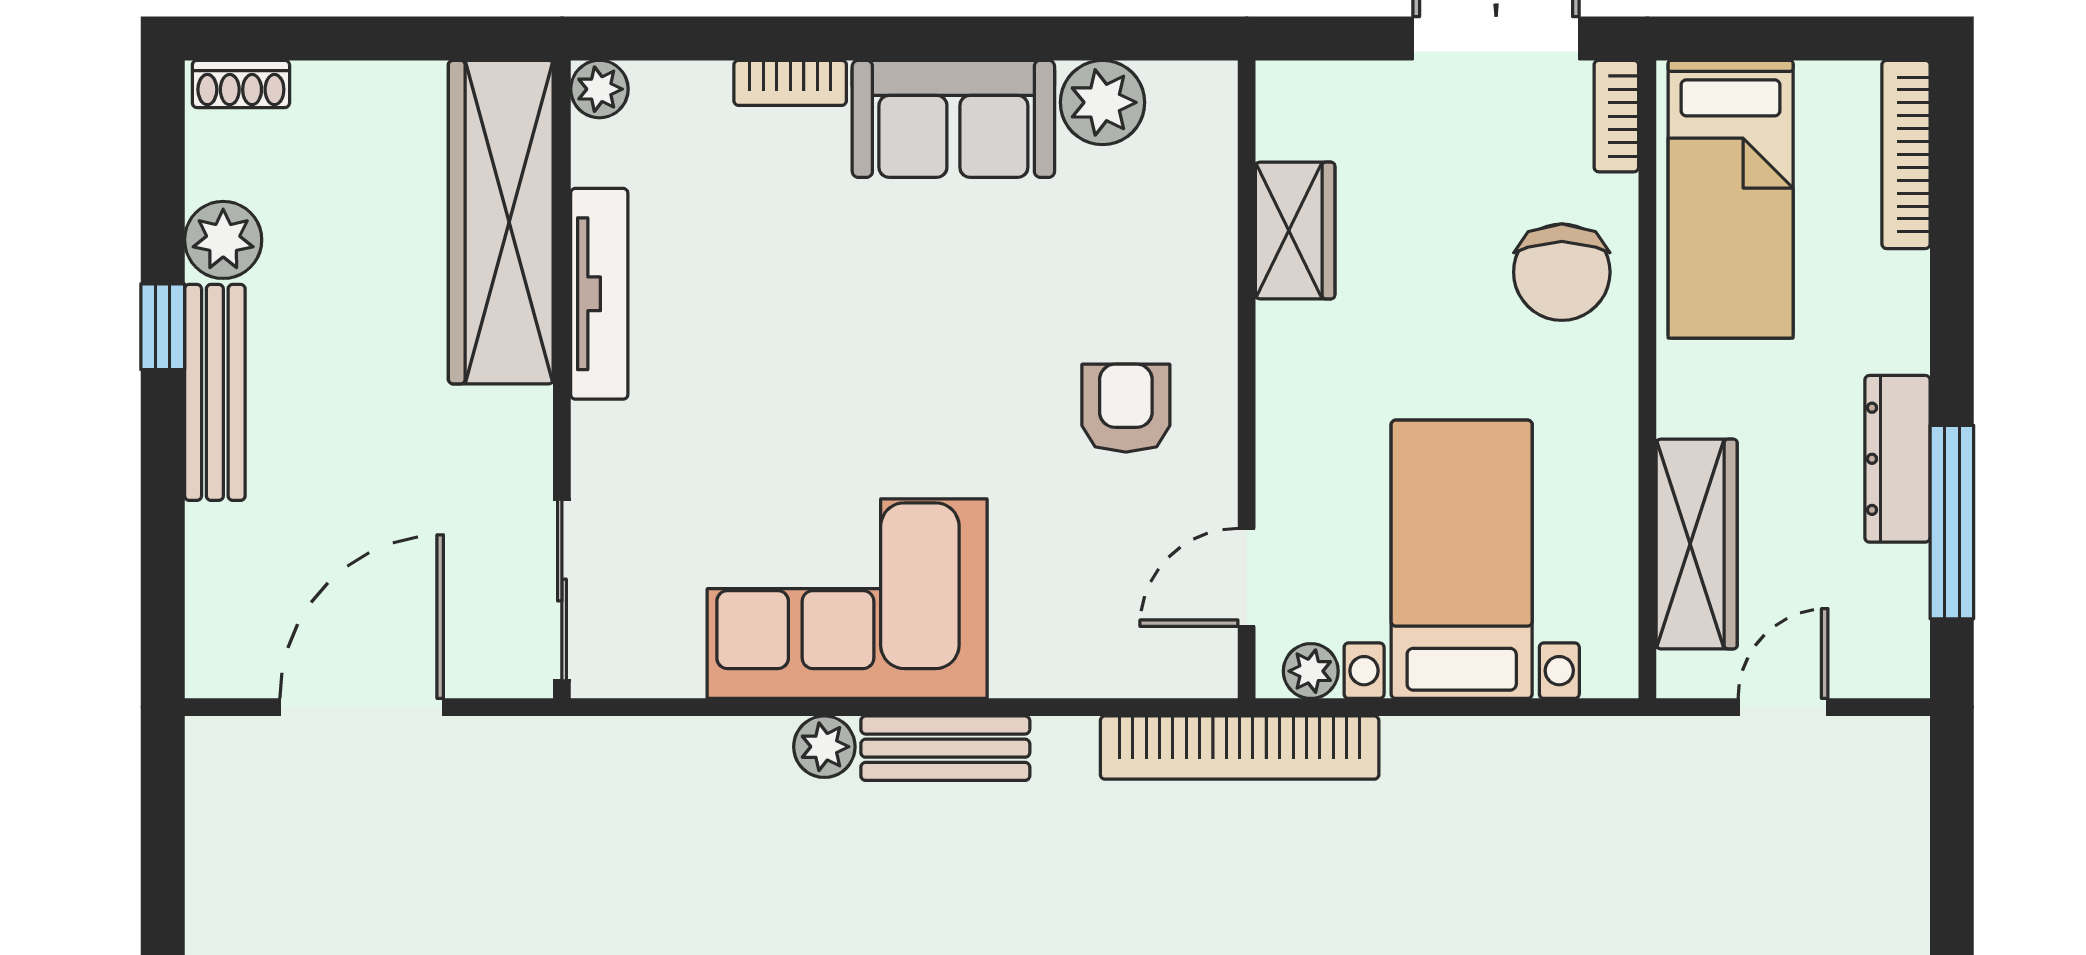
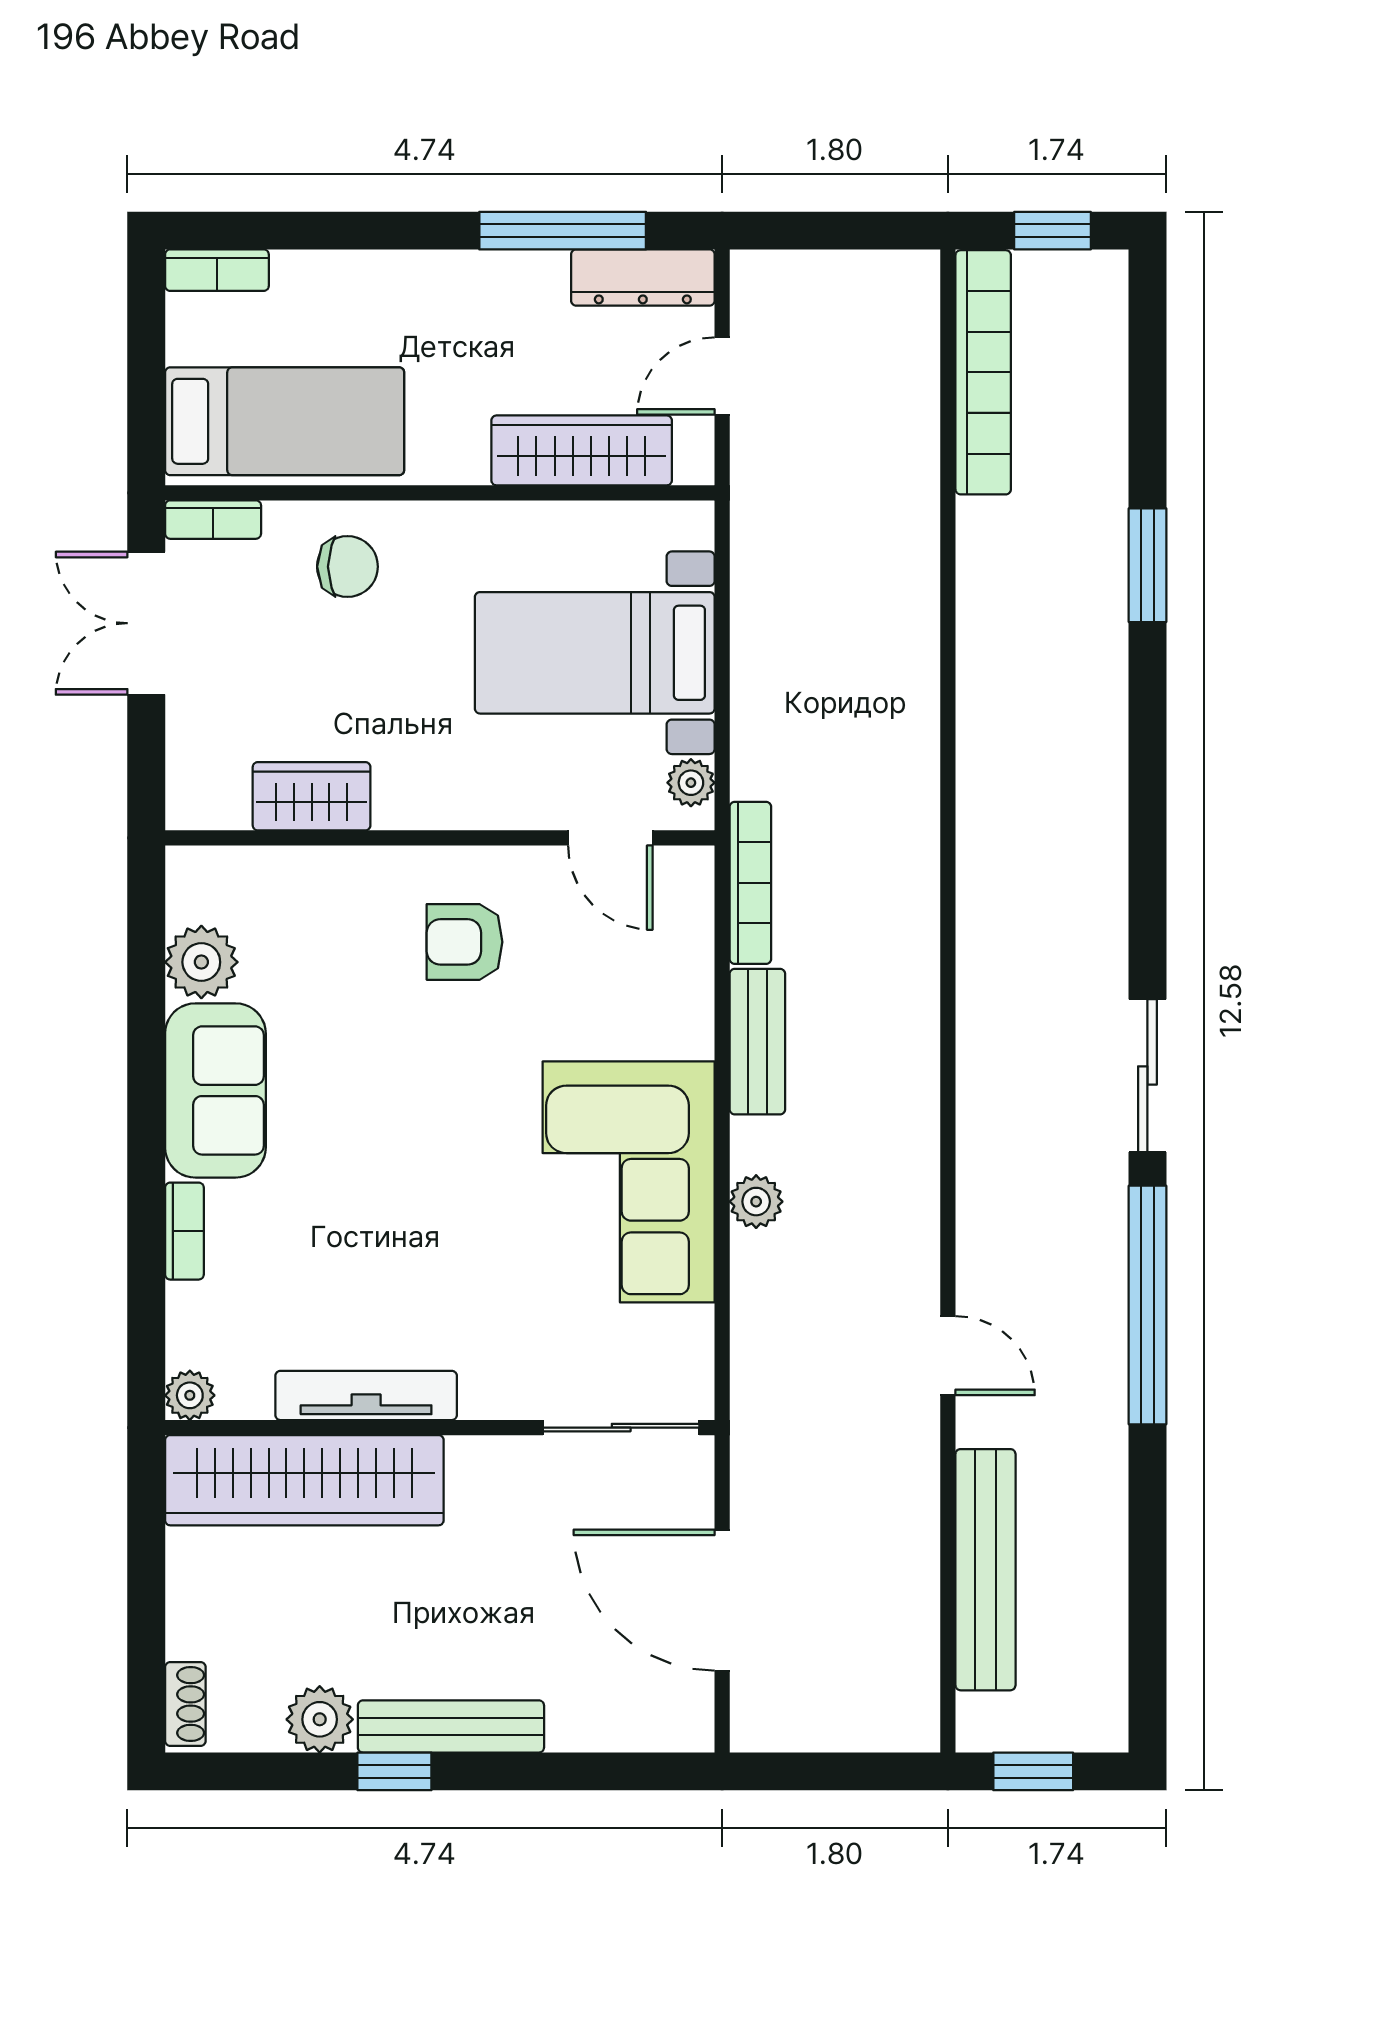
bookcase: (1906, 154) -> (217, 270), width x0.64
chair: (1562, 272) -> (347, 567), width x0.73, depth x0.73
dresser: (1897, 459) -> (643, 278), moved
door: (1783, 707) -> (722, 376), hinge flipped
bench: (945, 748) -> (757, 1042), moved
bookcase: (1240, 748) -> (750, 883), width x0.68, depth x0.76

